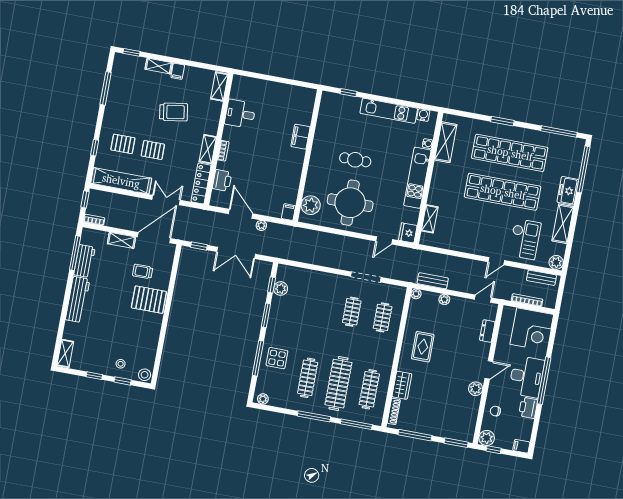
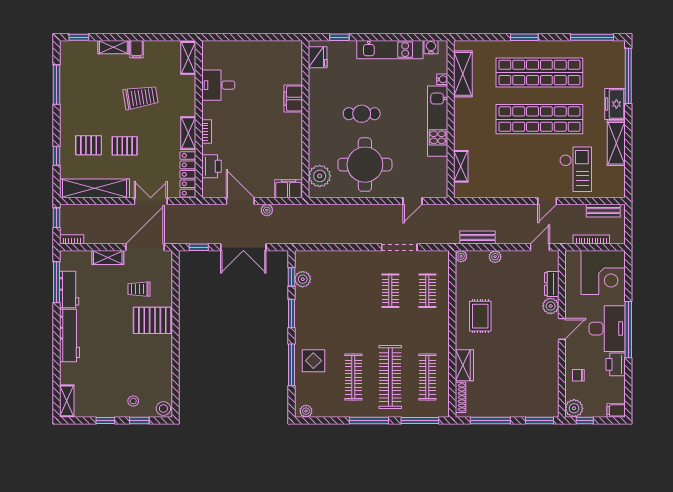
filing cabinet: (288, 212) -> (289, 189), width x2.00
fridge: (408, 233) -> (318, 57), moved, turned 180
plant: (556, 262) -> (617, 190), removed
plant: (476, 389) -> (551, 306), moved

